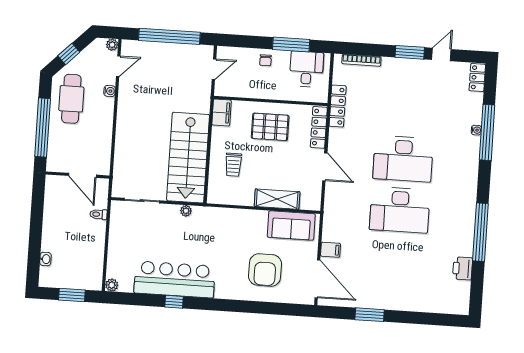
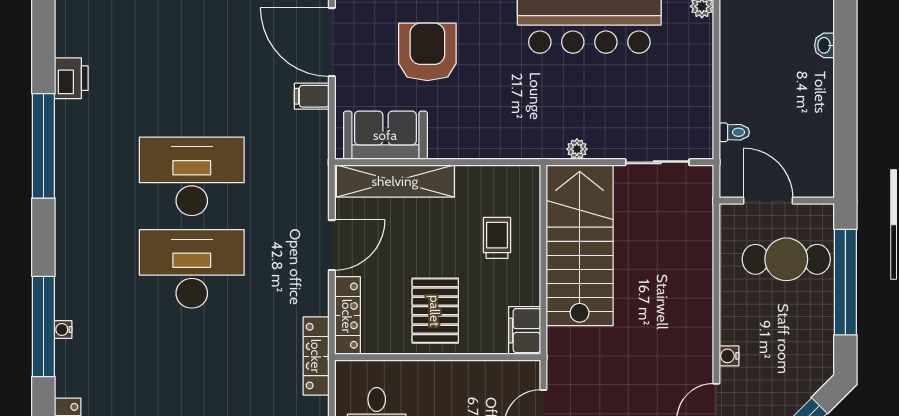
cafe table: (71, 99) -> (786, 259), moved, turned 90
pallet: (270, 127) -> (435, 311), turned 90
door: (325, 167) -> (332, 245), swing flipped
shelving: (277, 199) -> (395, 181), width x1.47

